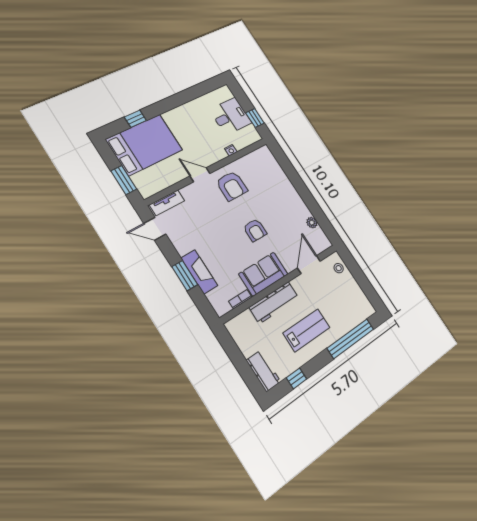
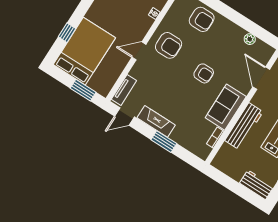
armchair: (274, 180) -> (202, 19), added
fireplace: (199, 272) -> (156, 121), moved

